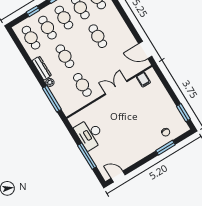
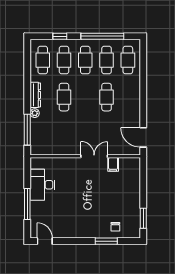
filing cabinet: (143, 80) -> (113, 164), moved
cafe table: (82, 85) -> (64, 134), removed

